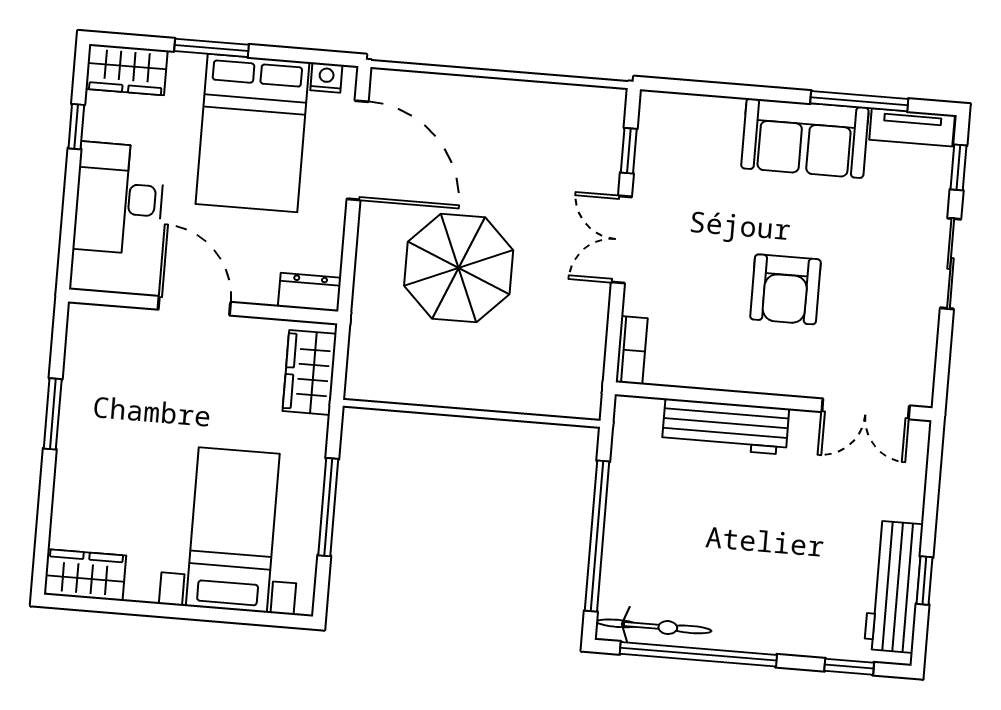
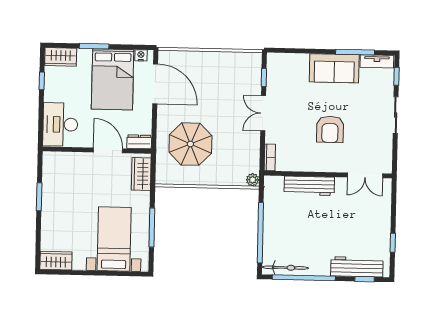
desk: (119, 198) -> (60, 124), moved
parasol: (459, 268) -> (190, 144), moved
door: (194, 306) -> (108, 150), moved
plant: (586, 403) -> (253, 180), added
workbench: (894, 587) -> (357, 267), moved, turned 90

